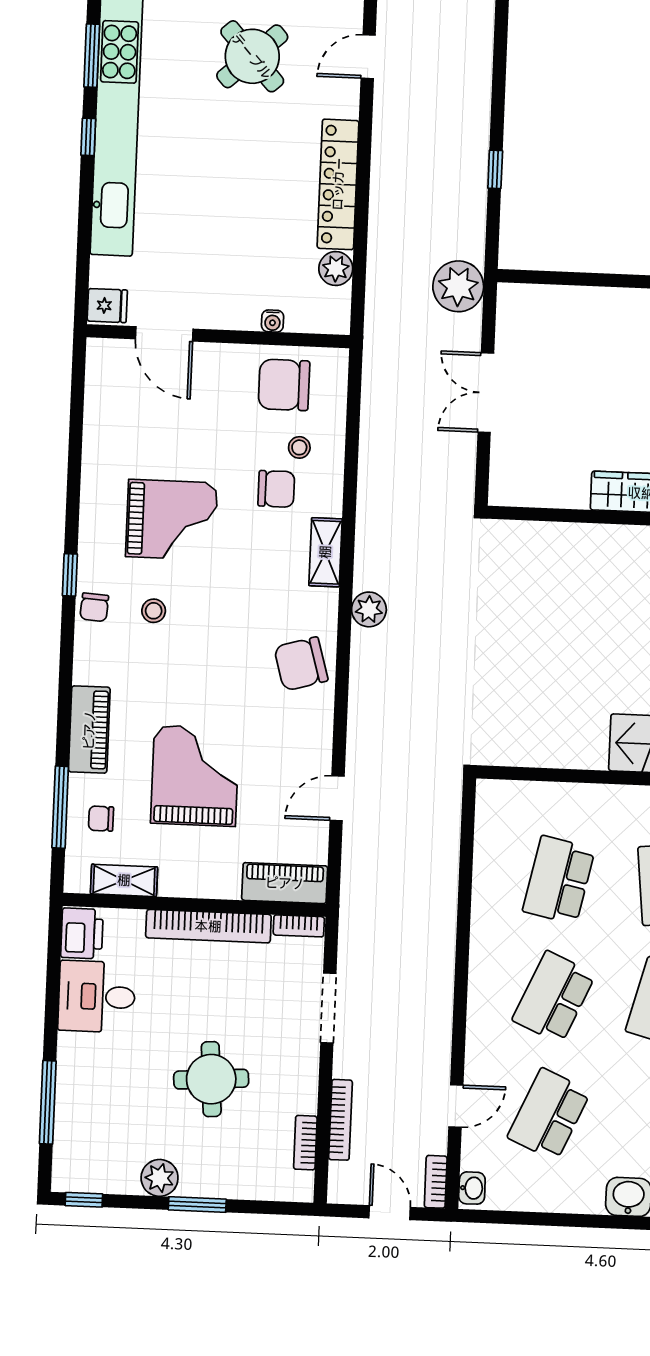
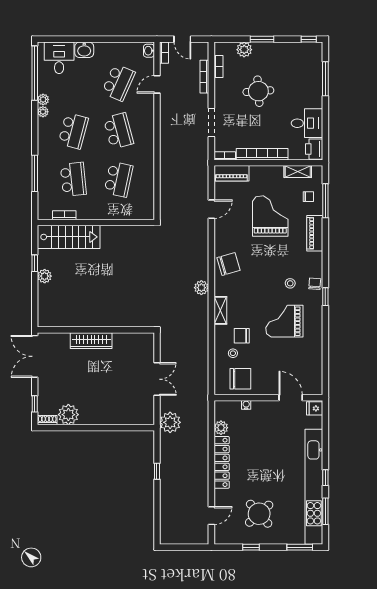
grand piano: (195, 776) -> (270, 216), turned 180
school desk: (554, 997) -> (118, 131), turned -39
plant: (160, 1178) -> (244, 50), moved

